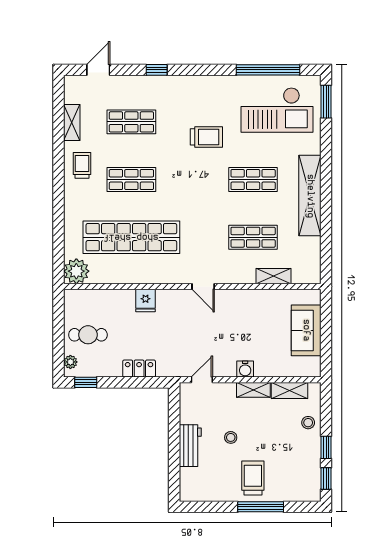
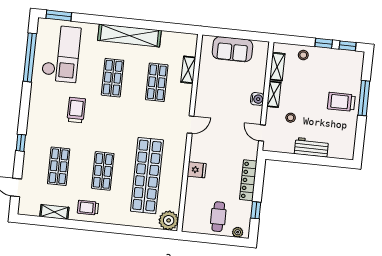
locker: (139, 369) -> (248, 180), width x1.53
window: (86, 382) -> (256, 210), moved
stool: (231, 437) -> (291, 118), moved

